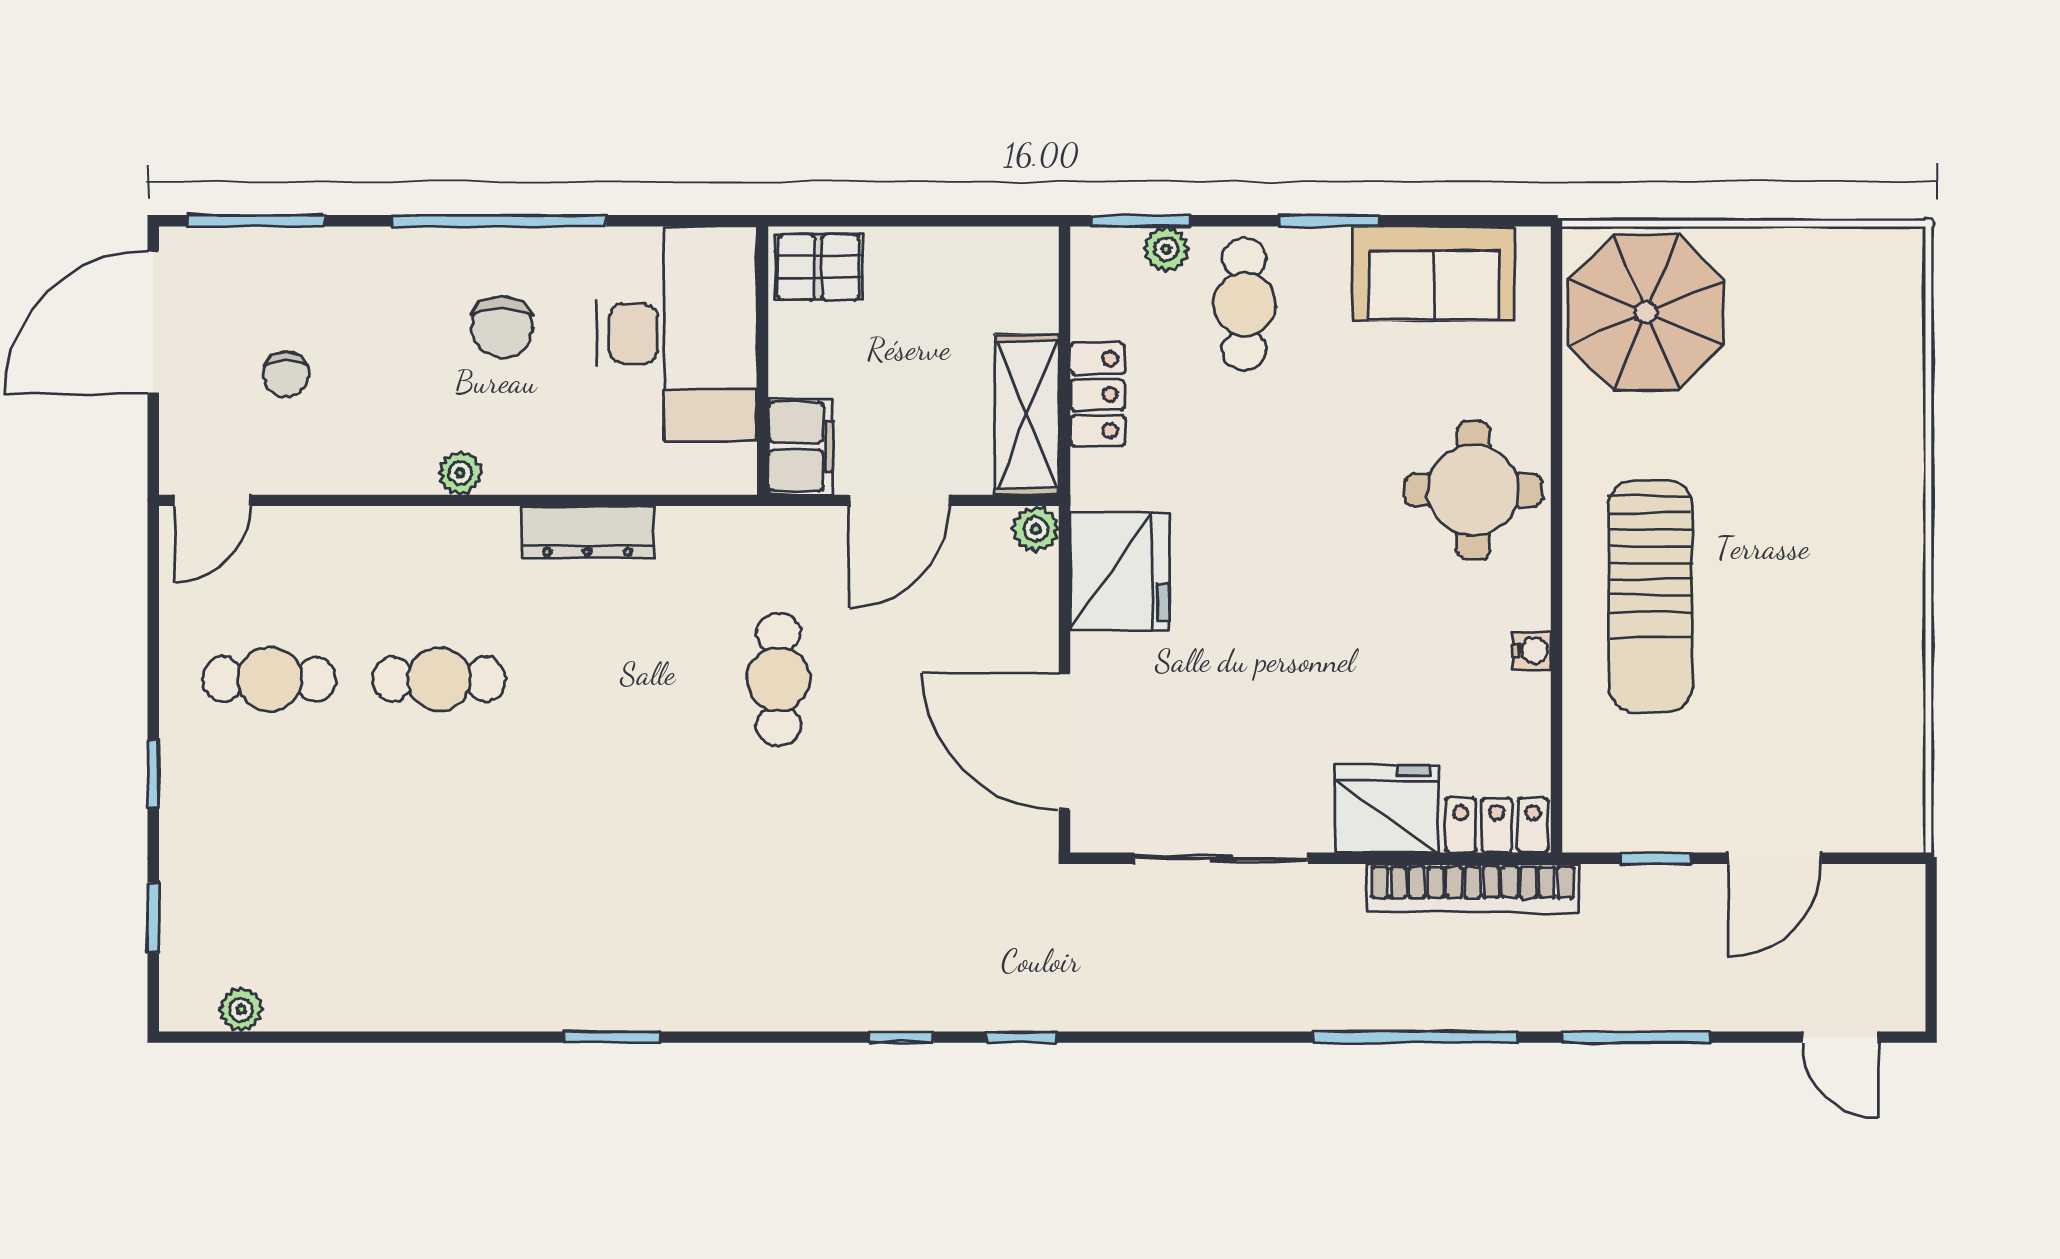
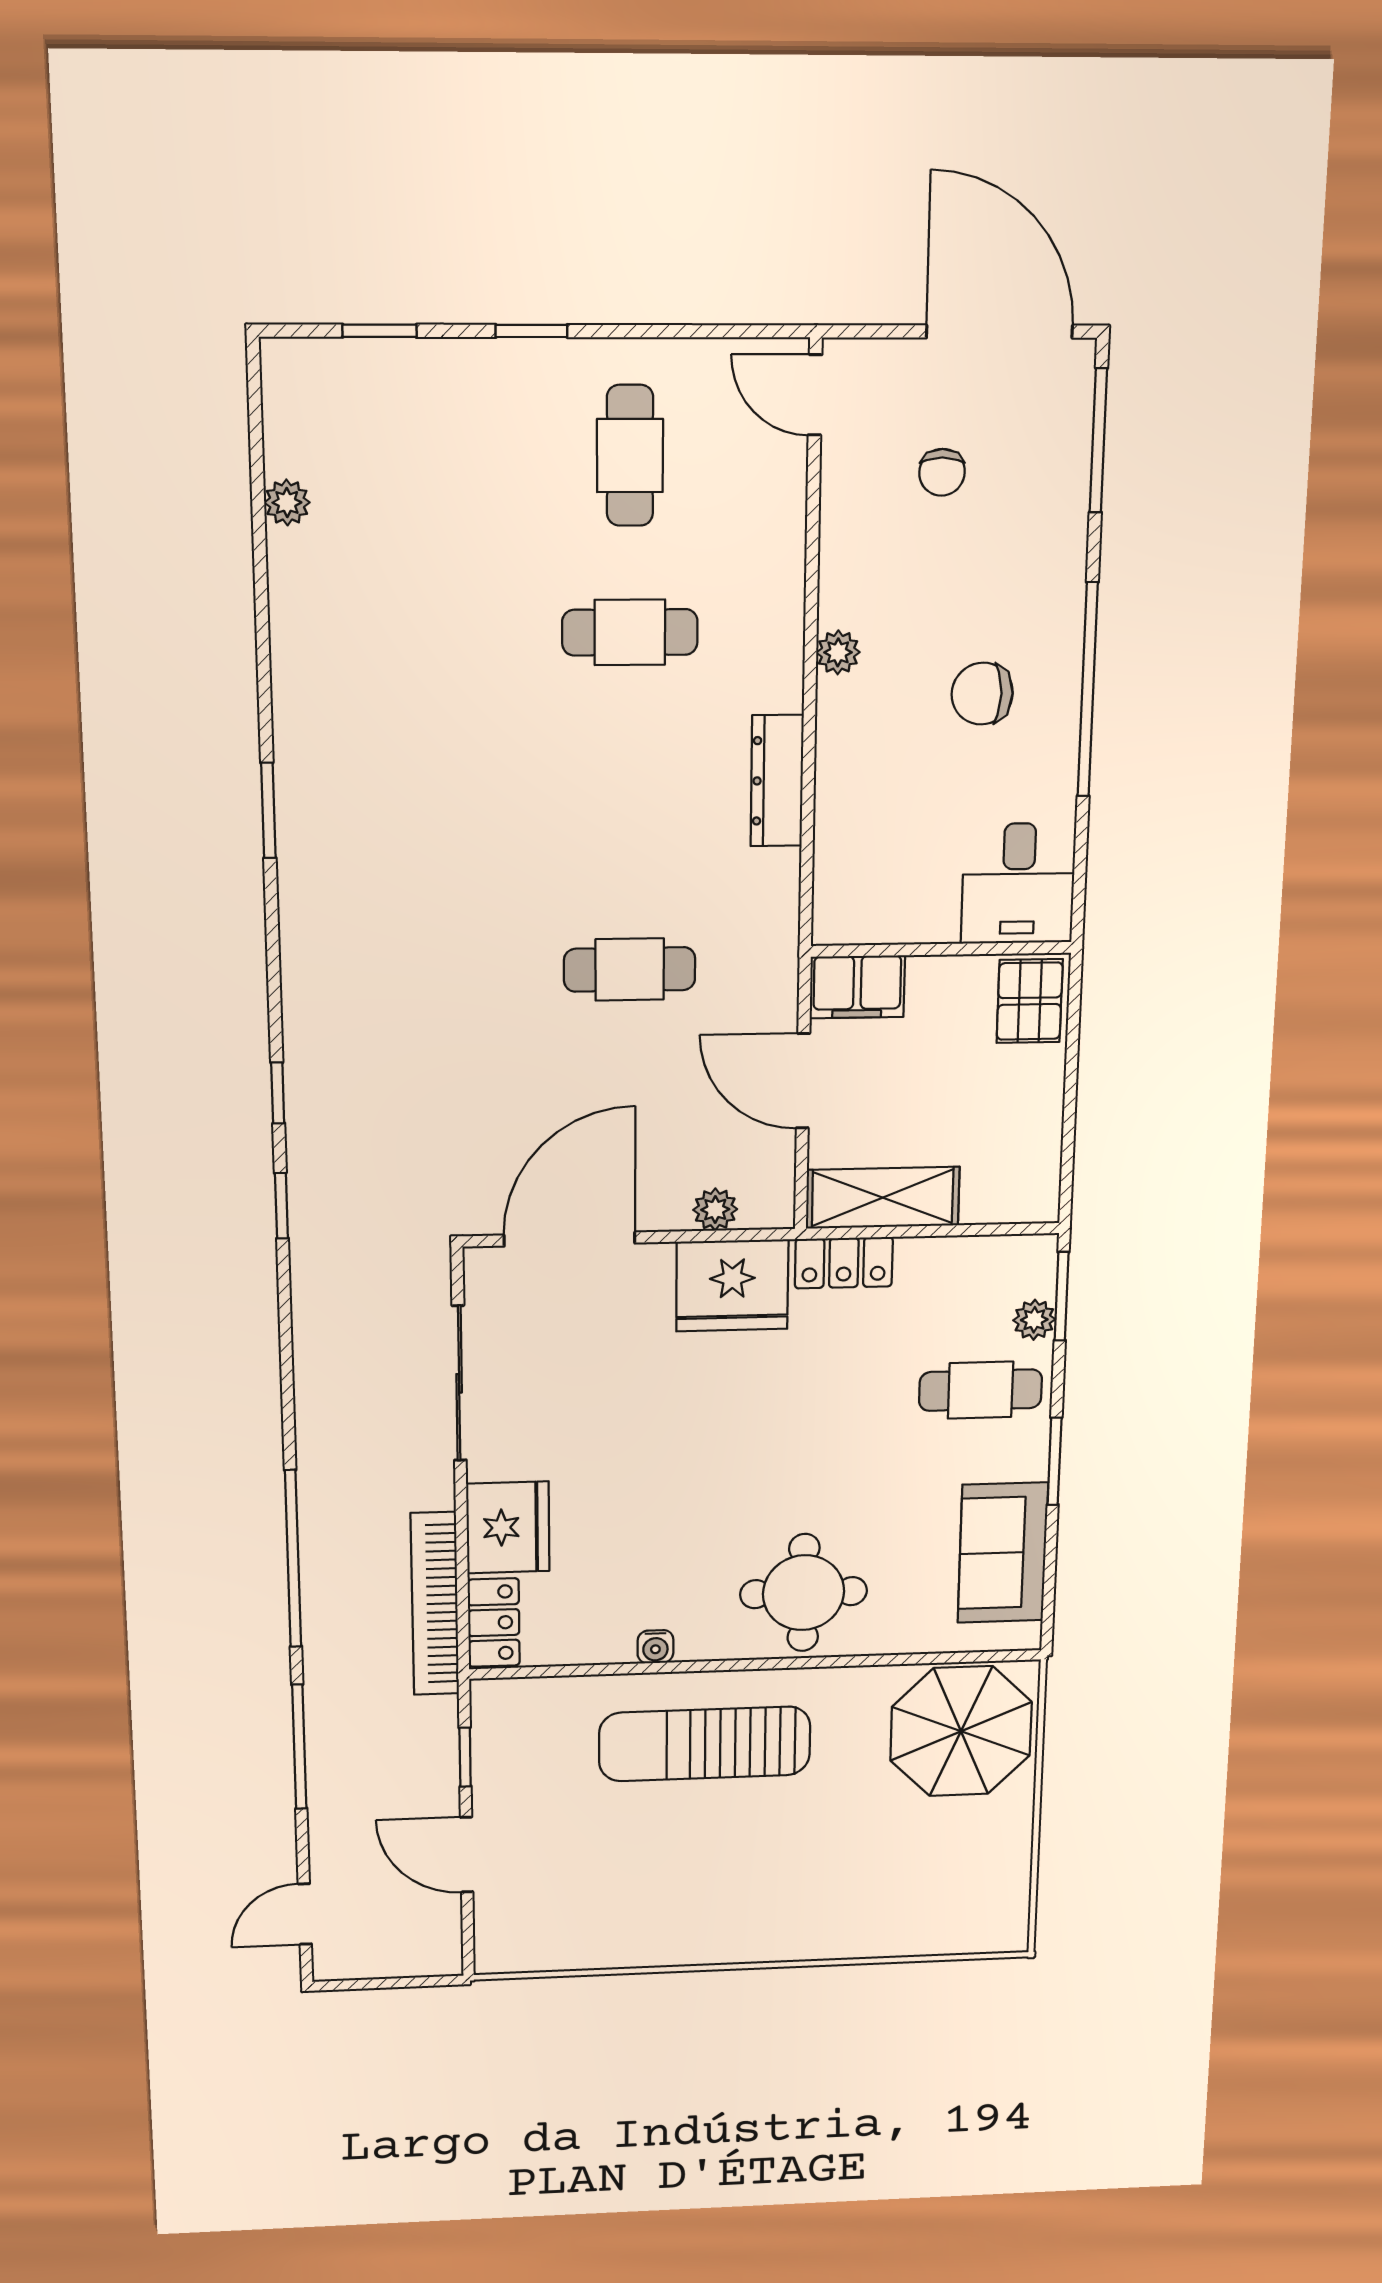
desk: (677, 334) -> (1018, 883), width x0.53, depth x0.77
chair: (286, 374) -> (942, 472), turned -90
locker: (1097, 395) -> (844, 1263), moved
plant: (1036, 529) -> (715, 1209), moved
cafe table: (439, 679) -> (630, 632), turned 90
plant: (241, 1010) -> (287, 502), moved

